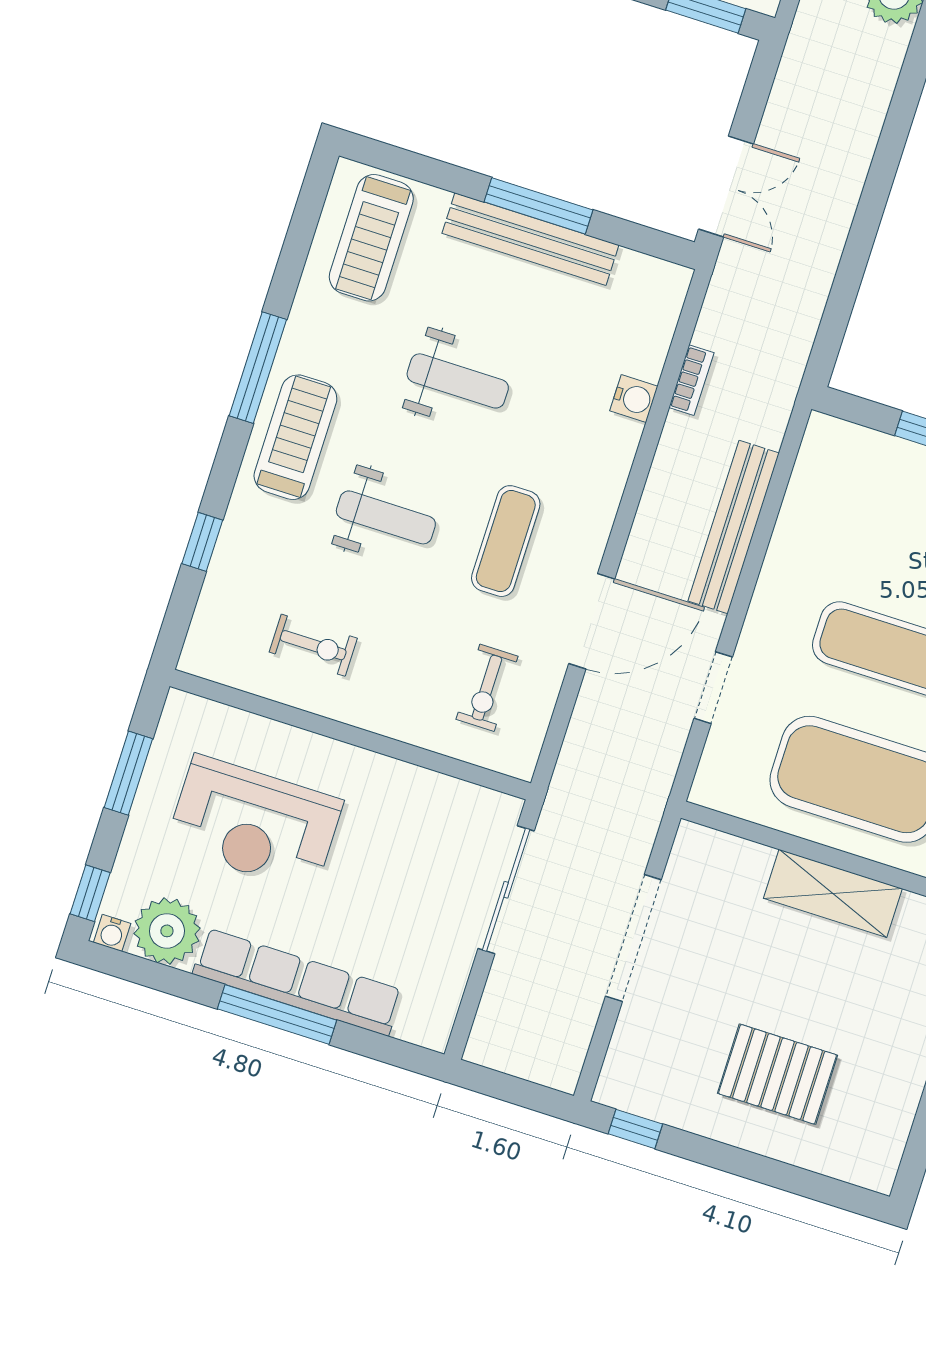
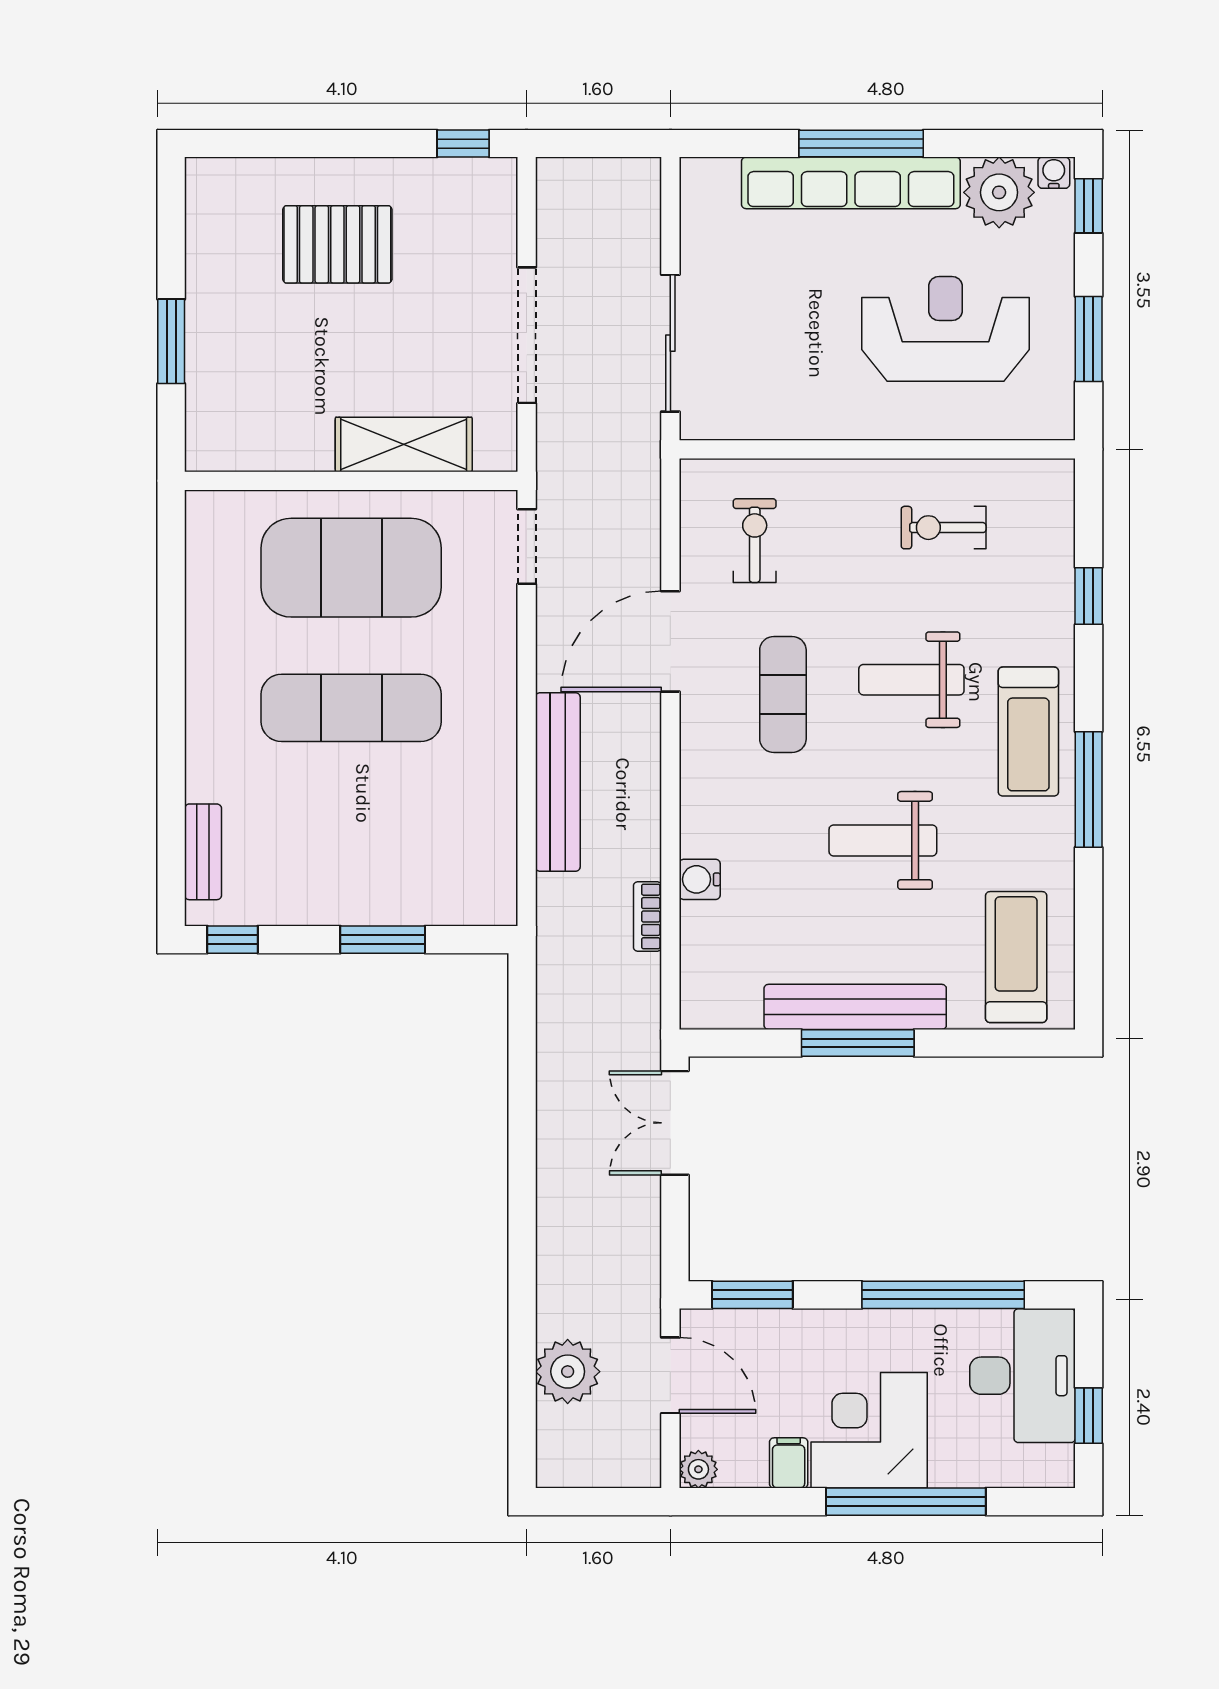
doorway: (713, 688) -> (527, 547), moved
shelving: (833, 893) -> (404, 444), moved

